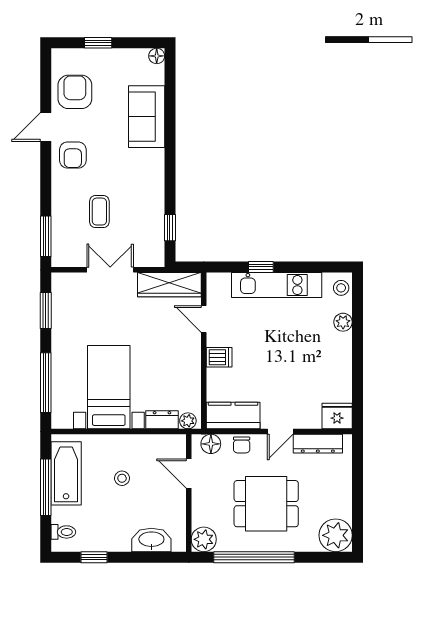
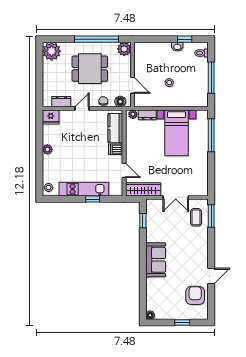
armchair: (75, 92) -> (195, 295), turned 180
sofa: (147, 117) -> (156, 260), moved
armchair: (73, 155) -> (196, 261), removed
coffee table: (99, 212) -> (196, 217), moved
window: (46, 311) -> (211, 175), removed
plant: (343, 322) -> (47, 149), moved
kitchen counter: (233, 416) -> (115, 128), moved, turned 90
dresser: (318, 444) -> (61, 102), width x0.70
bathtub: (66, 473) -> (200, 85), removed
washbasin: (151, 540) -> (177, 47), moved, width x0.52, depth x0.69

